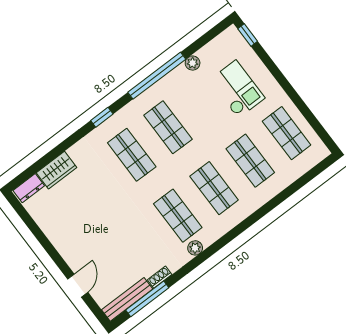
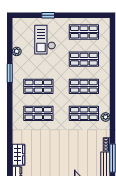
window: (248, 35) -> (48, 15), moved
window: (157, 76) -> (10, 73), width x0.47
checkout: (237, 89) -> (45, 40), turned -90
window: (102, 117) -> (10, 114), removed

